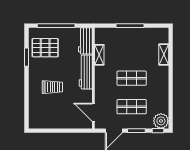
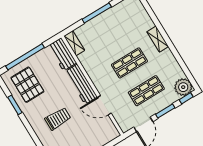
pallet: (45, 48) -> (27, 85), turned 90
shelving: (99, 55) -> (74, 43), moved
shelving: (164, 55) -> (158, 39), moved
door: (93, 112) -> (104, 105), moved

